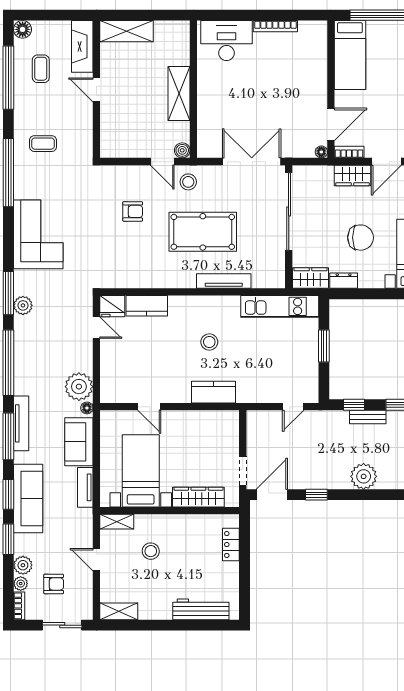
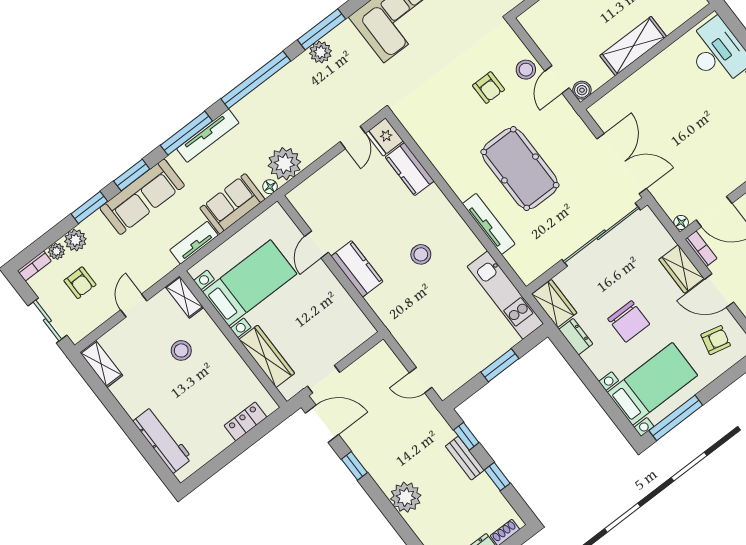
stool: (188, 182) -> (526, 70), moved
kitchen counter: (213, 392) -> (357, 269), moved

